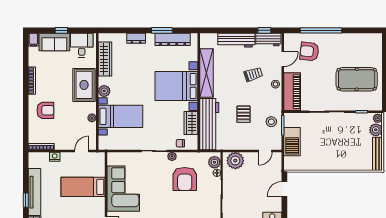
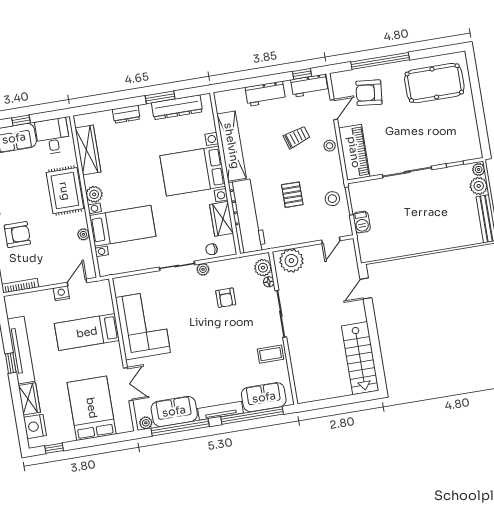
workbench: (236, 40) -> (265, 94), width x0.73
pool table: (357, 79) -> (434, 83), moved
barbecue: (292, 142) -> (362, 222), width x0.53, depth x0.65
nightstand: (55, 157) -> (61, 293), moved
armchair: (185, 179) -> (226, 298), width x0.53, depth x0.53

